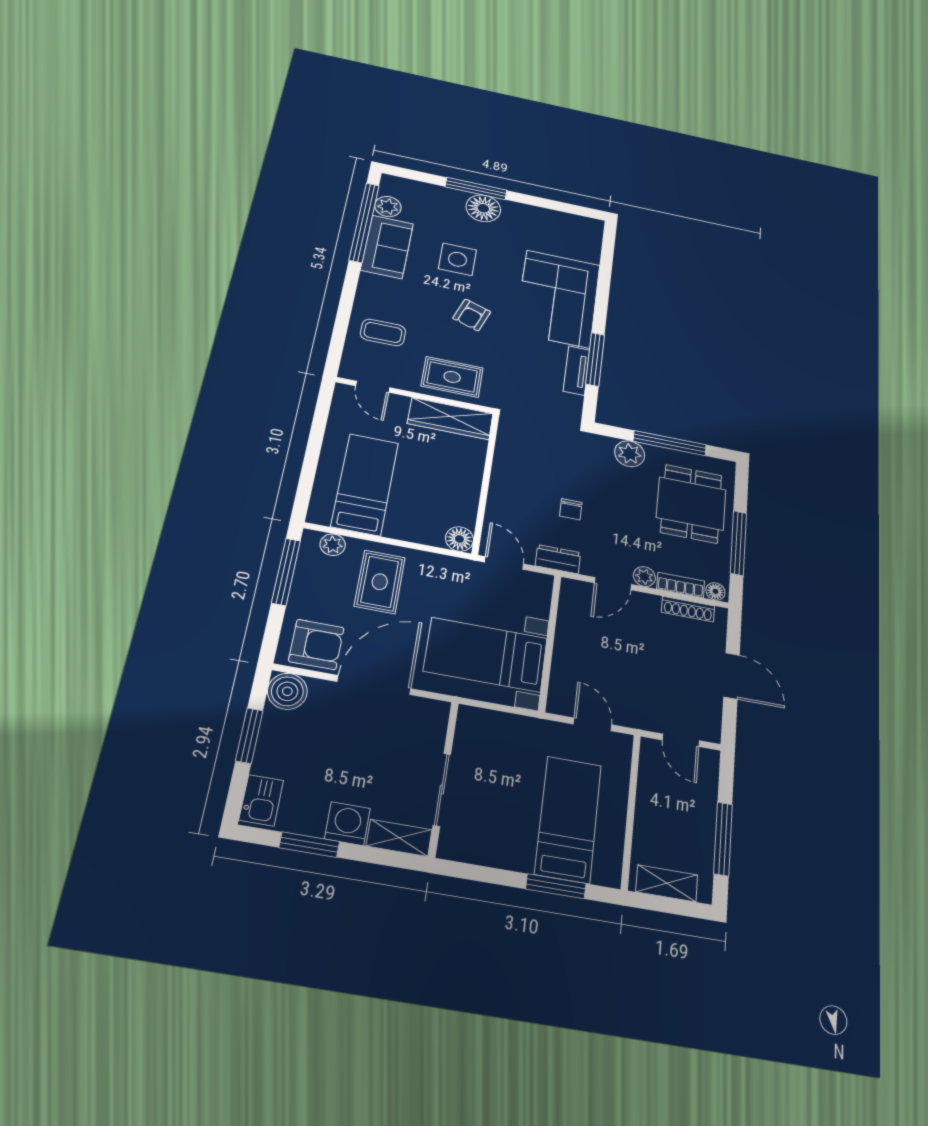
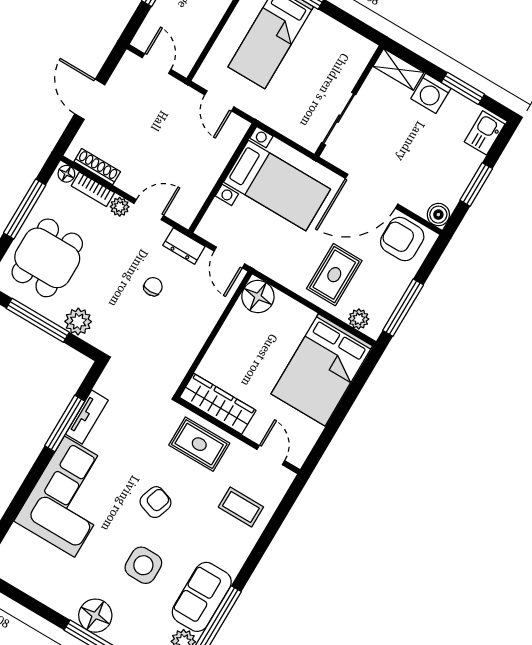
bed: (365, 484) -> (322, 370), width x1.50
floor lamp: (459, 539) -> (258, 297), width x1.38, depth x1.38
boiler: (287, 691) -> (438, 215), width x0.73, depth x0.73
sliding door: (442, 790) -> (339, 119), moved

